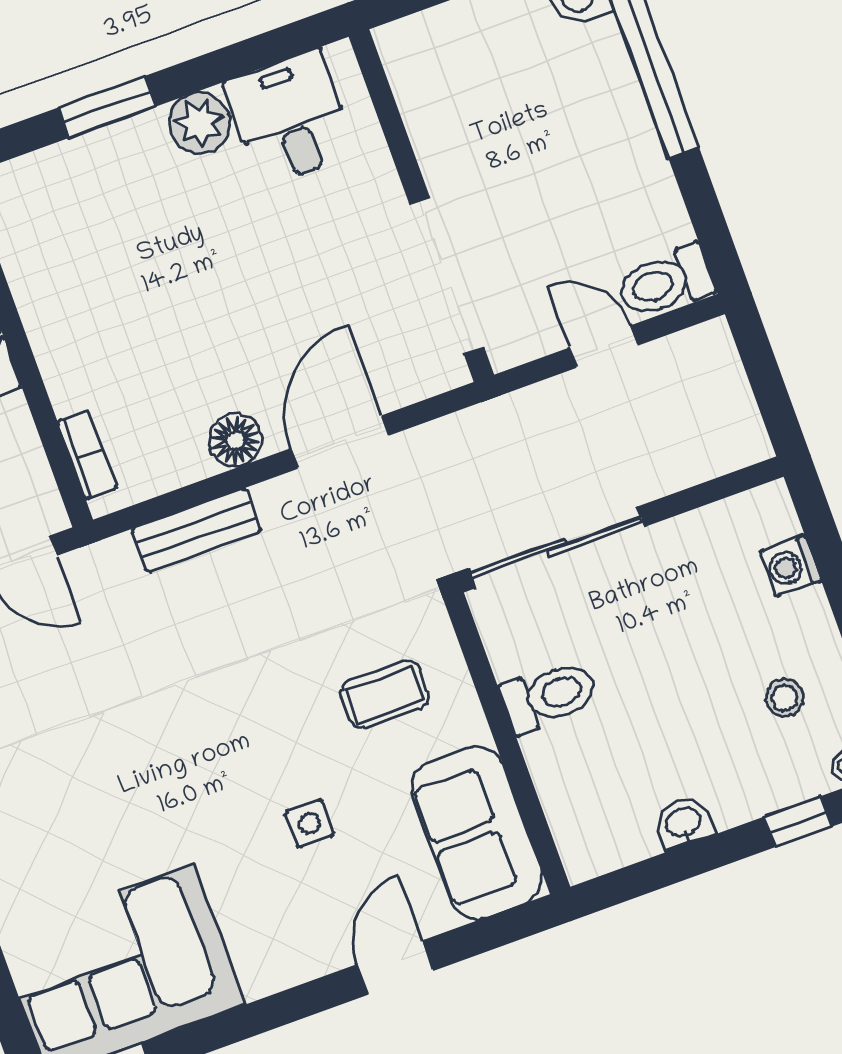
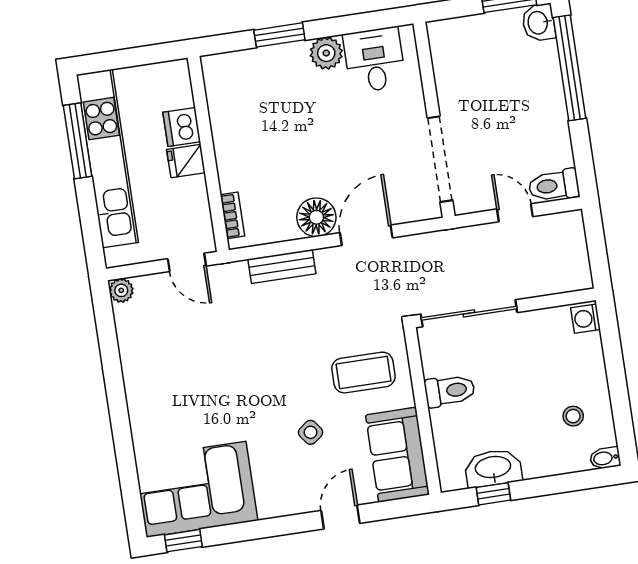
floor lamp: (236, 440) -> (316, 217), width x1.38, depth x1.38
washing machine: (790, 566) -> (585, 319), moved
coffee table: (385, 695) -> (363, 373), width x1.36, depth x1.30
window: (798, 822) -> (493, 494), moved
washbasin: (684, 823) -> (493, 468), width x1.91, depth x1.45
side table: (310, 824) -> (311, 432), turned -37

